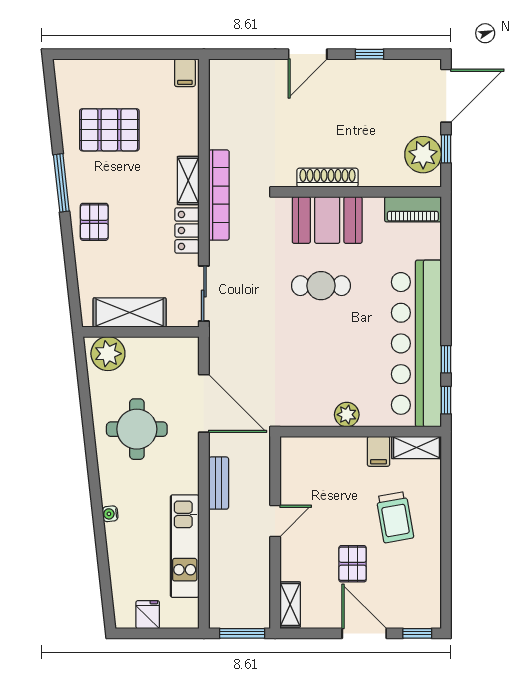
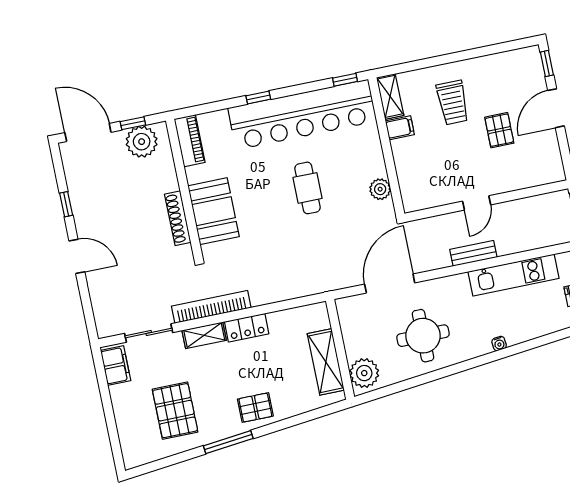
filing cabinet: (185, 73) -> (116, 366), width x2.00
cafe table: (321, 286) -> (307, 188), moved
sliding door: (204, 294) -> (149, 333), moved
window: (446, 359) -> (258, 97), moved
plant: (347, 415) -> (380, 189), moved
bench: (219, 483) -> (473, 253), moved
trolley: (395, 517) -> (453, 103), turned 100
door: (275, 521) -> (477, 203), swing flipped
pallet: (353, 564) -> (499, 130), turned 90
shelving: (290, 605) -> (545, 176), removed

